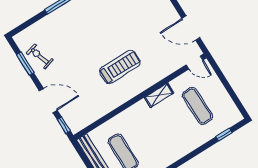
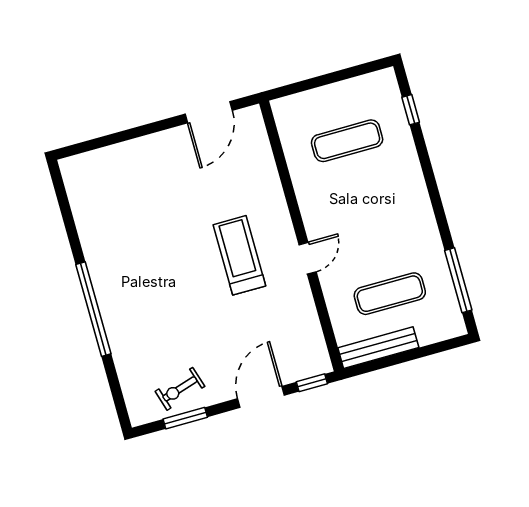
door: (194, 63) -> (308, 258), moved
shelving: (159, 95) -> (309, 202), removed

